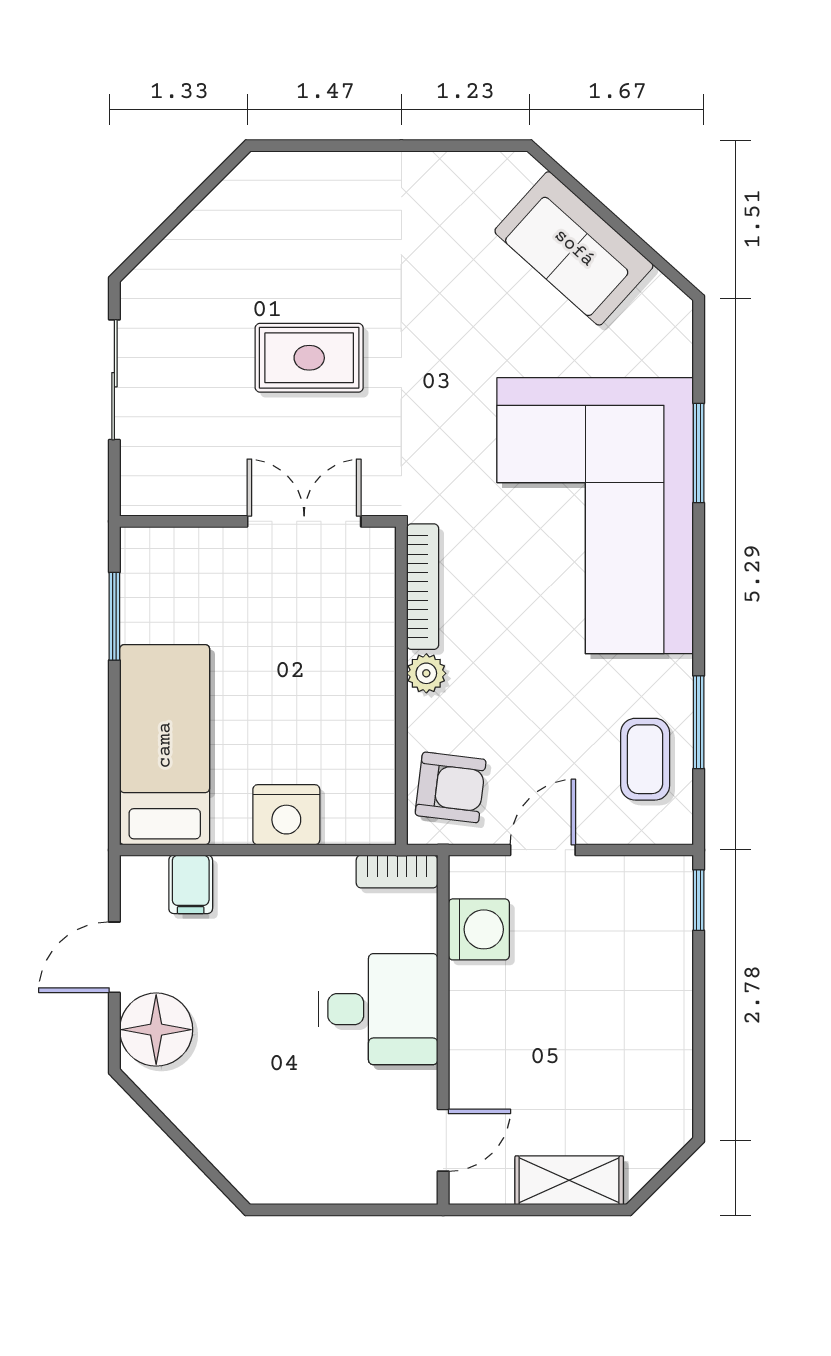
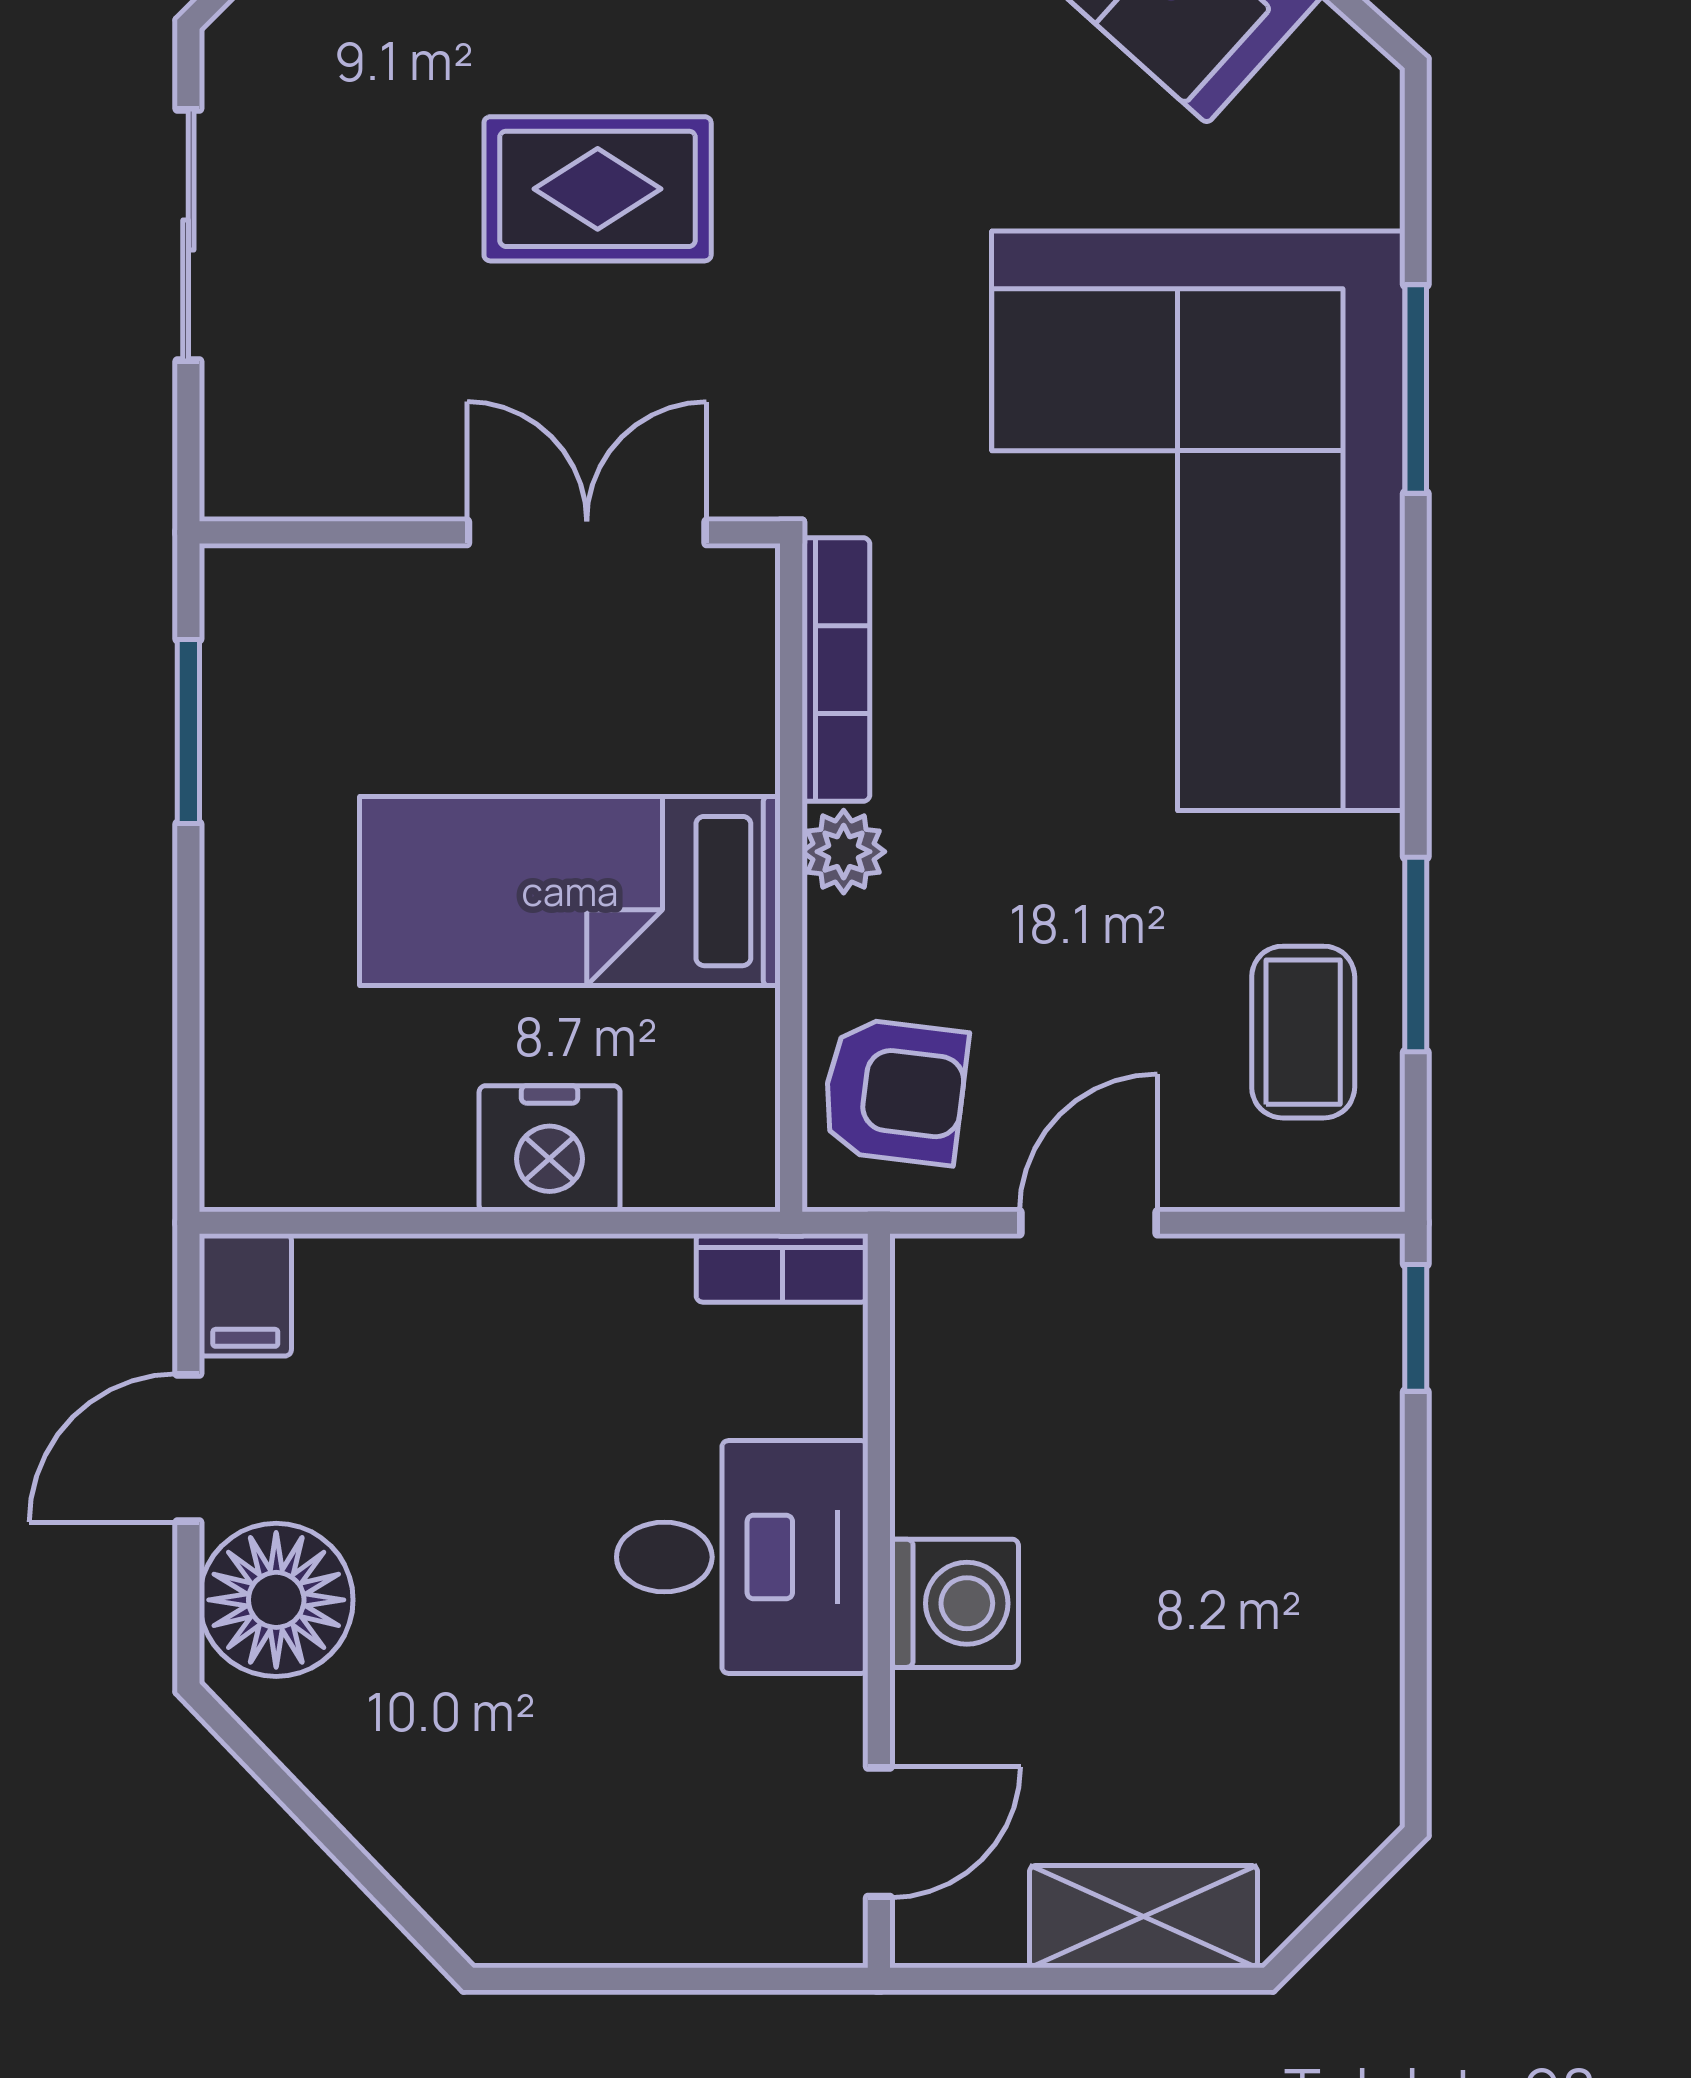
bed: (165, 745) -> (570, 891), moved, turned -90
filing cabinet: (191, 884) -> (245, 1295), moved
washing machine: (479, 929) -> (954, 1603), moved

